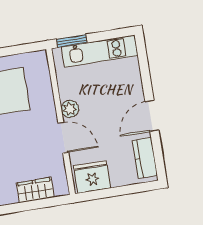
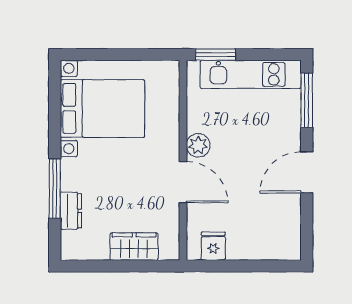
window: (143, 63) -> (307, 100), added
kitchen counter: (145, 158) -> (288, 227), removed
fridge: (92, 177) -> (213, 246), width x0.53, depth x0.75

